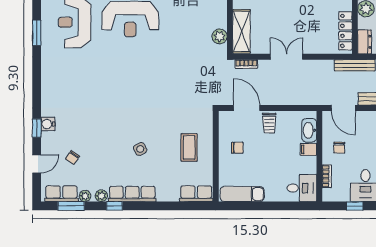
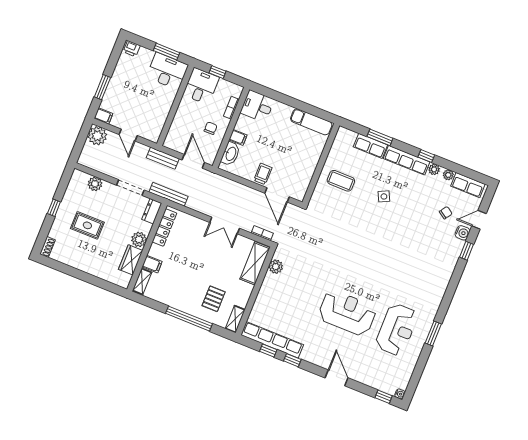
water cooler: (48, 124) -> (462, 233), moved
coffee table: (189, 147) -> (341, 181), turned 90
chair: (237, 148) -> (299, 164), removed
row of seats: (196, 194) -> (370, 146), moved
window: (71, 206) -> (380, 137), moved

